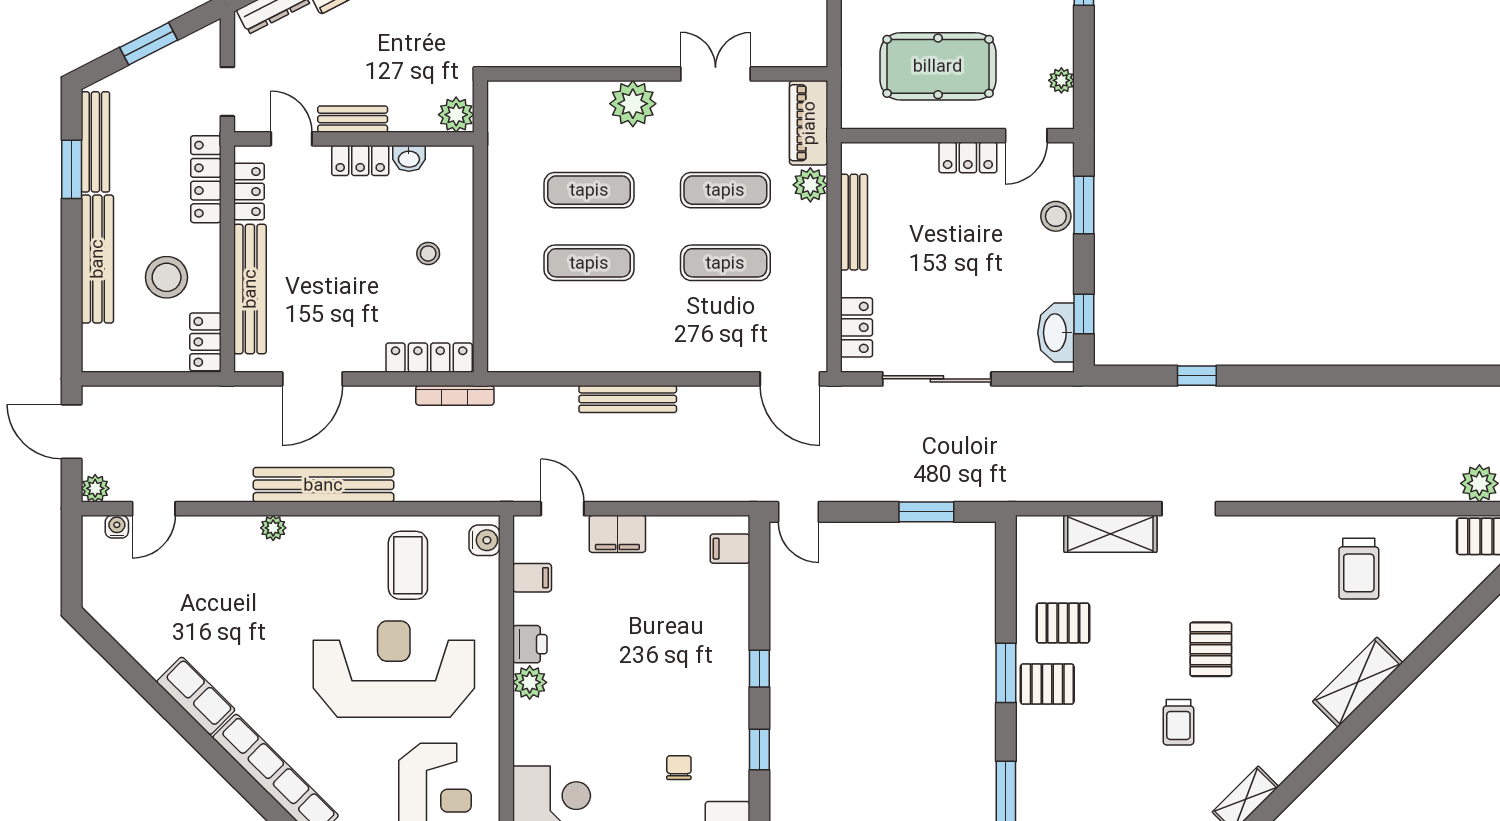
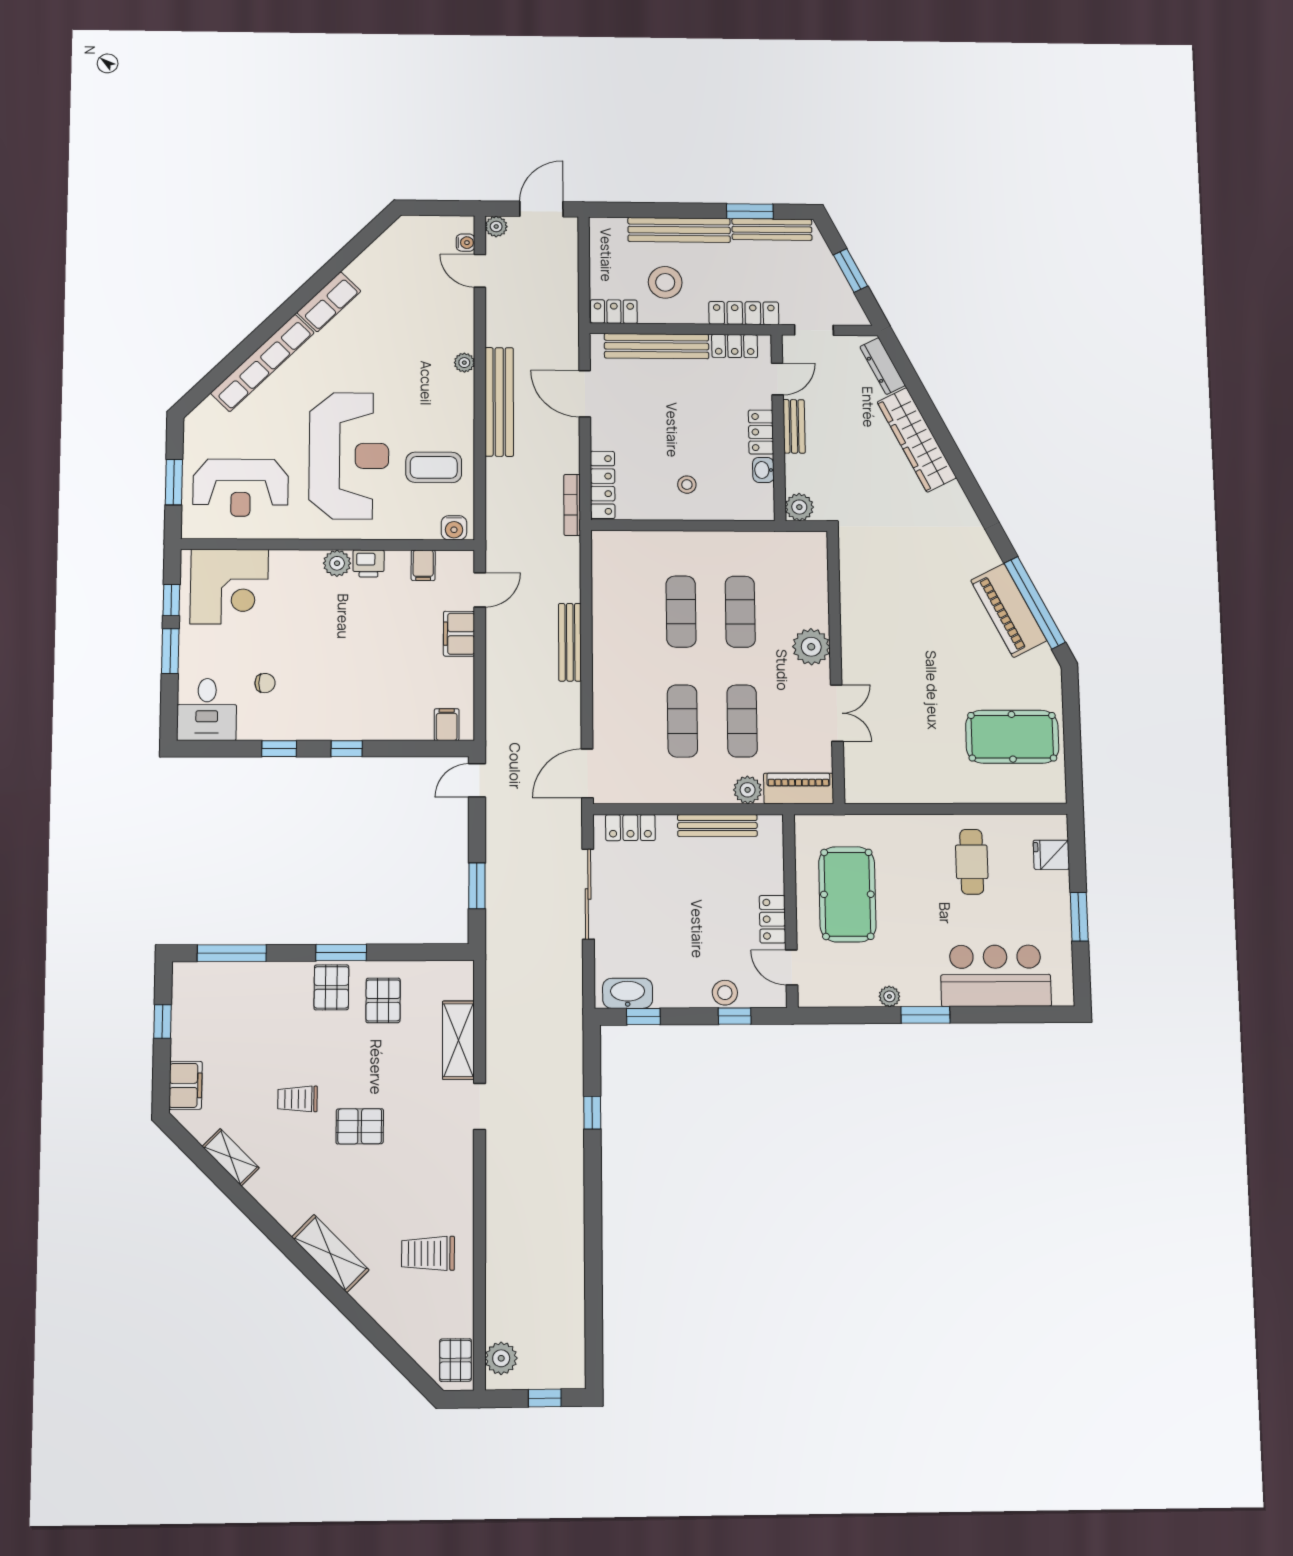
plant: (1061, 80) -> (889, 996), moved
window: (1084, 205) -> (735, 1016), width x0.67

